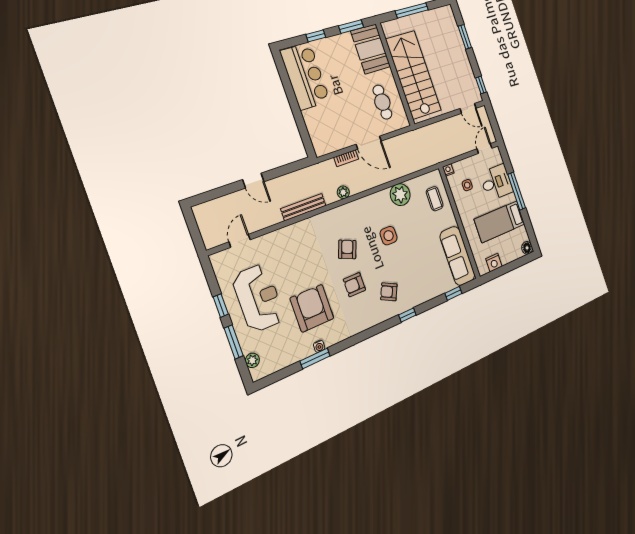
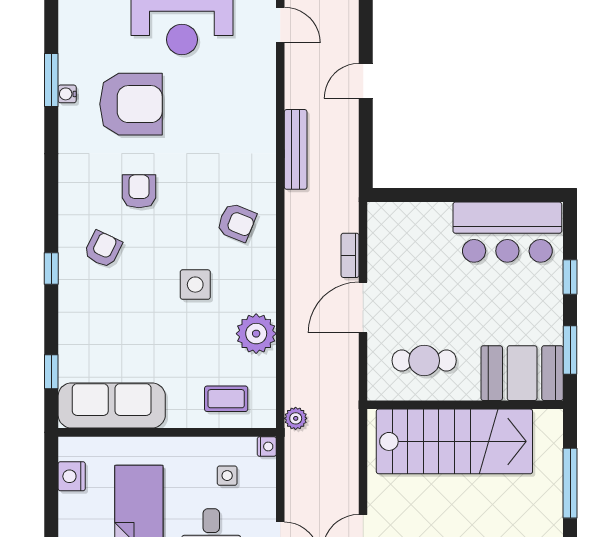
plant: (343, 192) -> (296, 418), moved
armchair: (347, 249) -> (236, 222), moved

